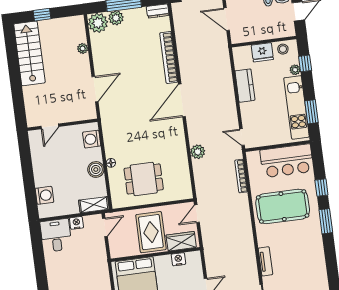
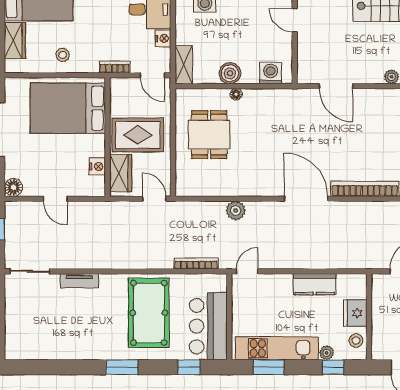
window: (321, 188) -> (189, 367), moved
bookcase: (102, 256) -> (115, 67), added

